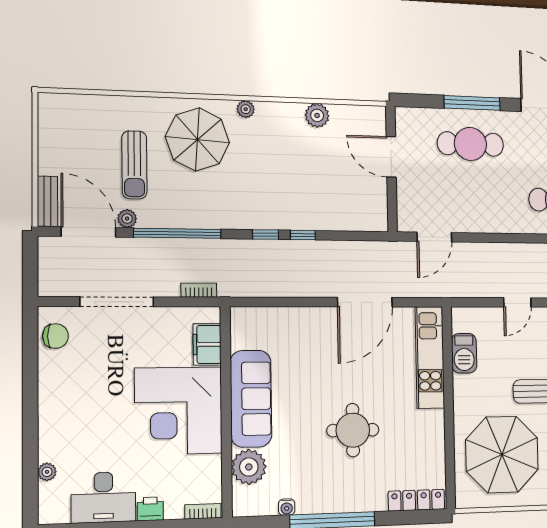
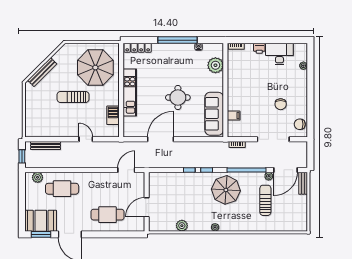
window: (472, 103) -> (106, 234), removed
parasol: (197, 139) -> (226, 190), moved
door: (391, 157) -> (147, 207), swing flipped
door: (88, 232) -> (285, 170), hinge flipped
door: (517, 302) -> (86, 139), hinge flipped
filing cabinet: (207, 344) -> (234, 116), width x0.50
kitchen unit: (430, 357) -> (130, 92), moved
chair: (100, 382) -> (281, 104), added
sofa: (251, 399) -> (214, 114), moved
corner desk: (178, 411) -> (247, 91), removed
round table: (353, 430) -> (178, 98), moved

